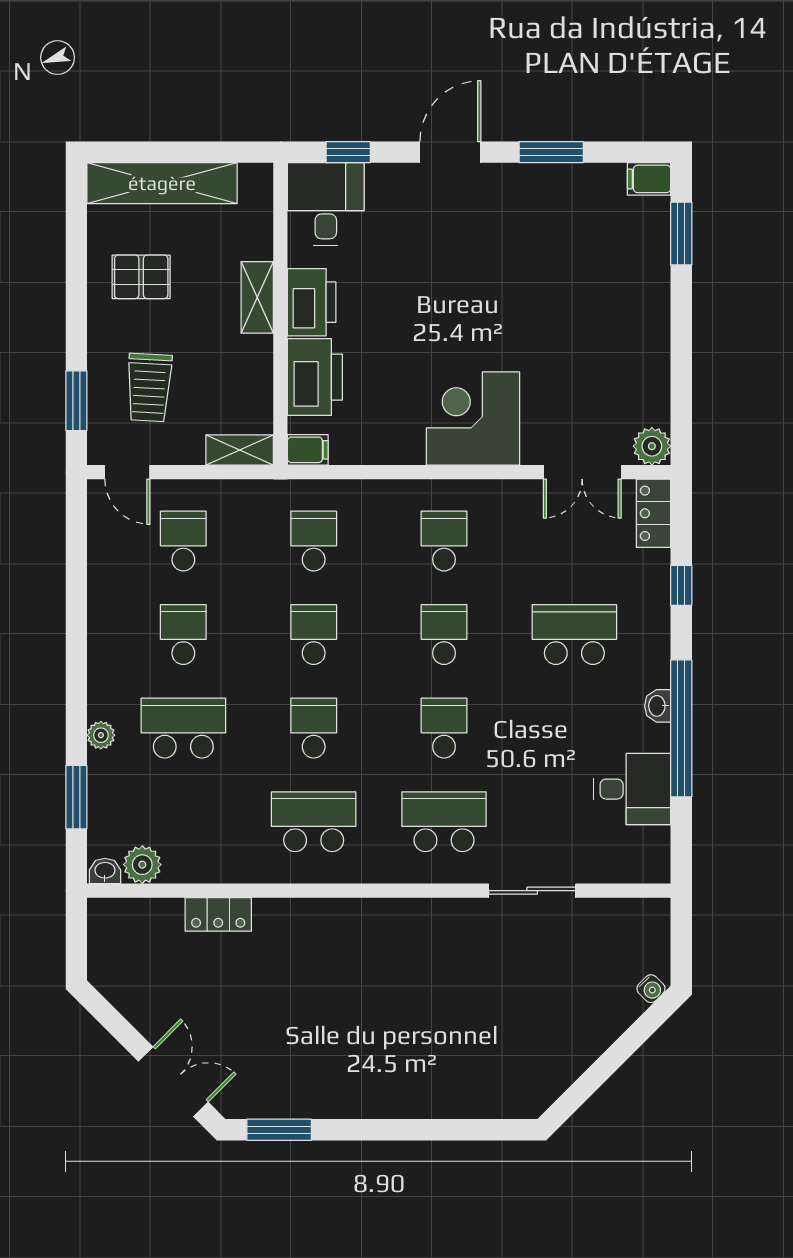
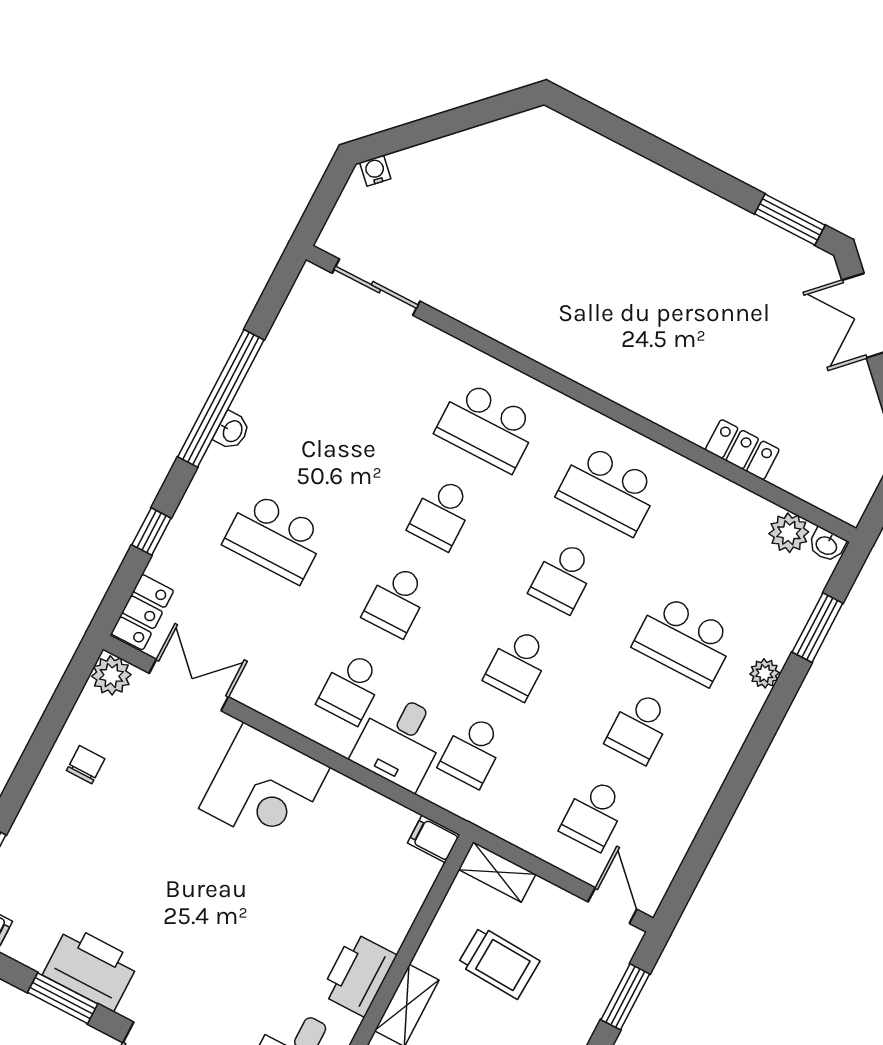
chair: (634, 360) -> (86, 765), added
printer: (315, 377) -> (91, 968), moved, turned 90
trolley: (149, 388) -> (499, 963), moved, turned 90
desk: (632, 789) -> (400, 741), moved, turned -90
sliding door: (532, 891) -> (376, 287), moved

